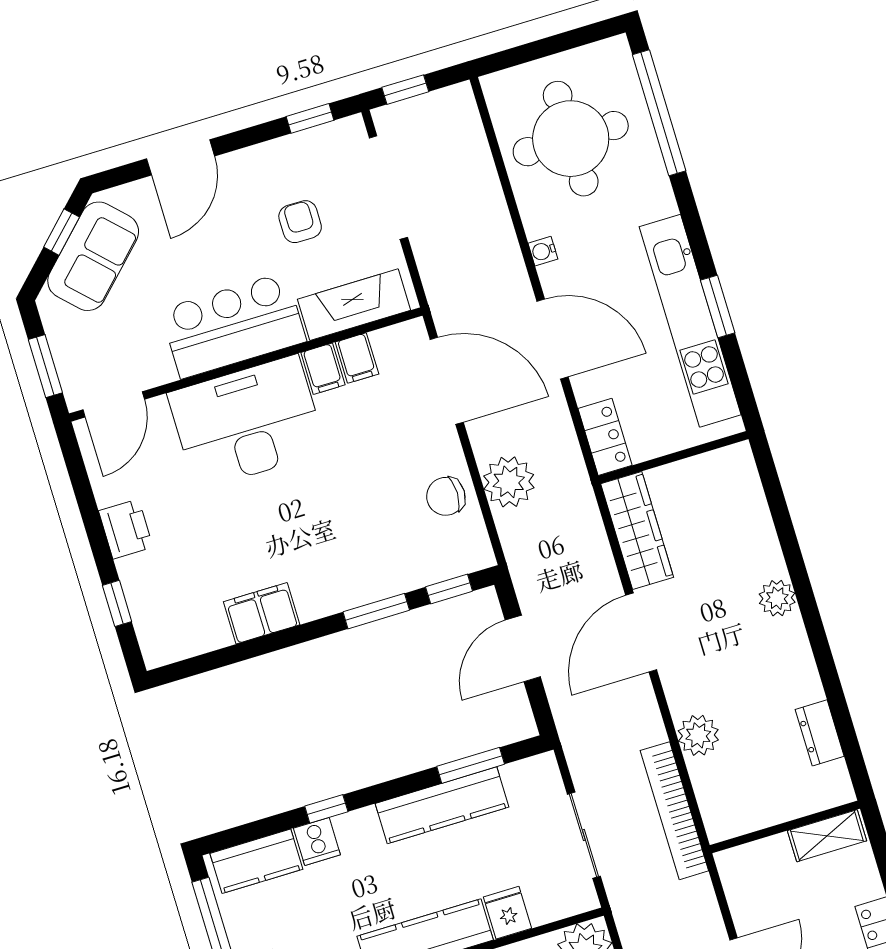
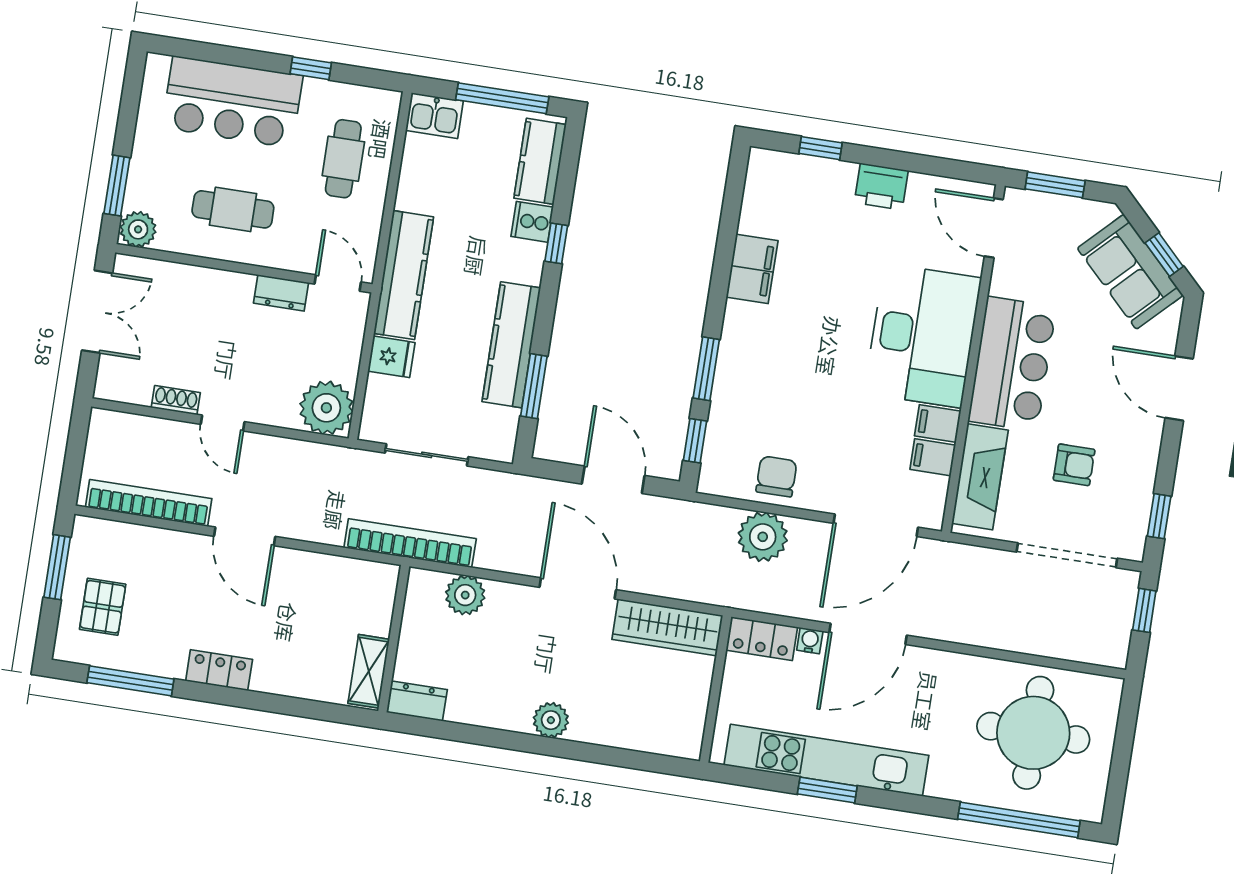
water cooler: (543, 251) -> (810, 641), moved
wall: (785, 827) -> (394, 639), moved
shelving: (827, 836) -> (369, 671), moved

